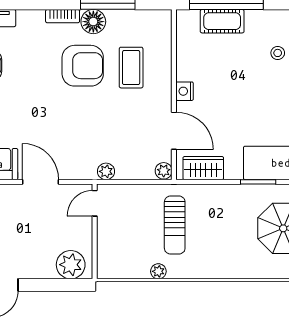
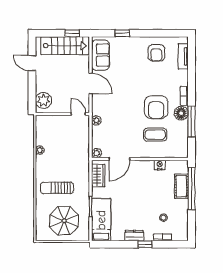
nightstand: (185, 91) -> (160, 165), moved
door: (41, 182) -> (90, 83), hinge flipped
sun lounger: (175, 225) -> (57, 188), moved

